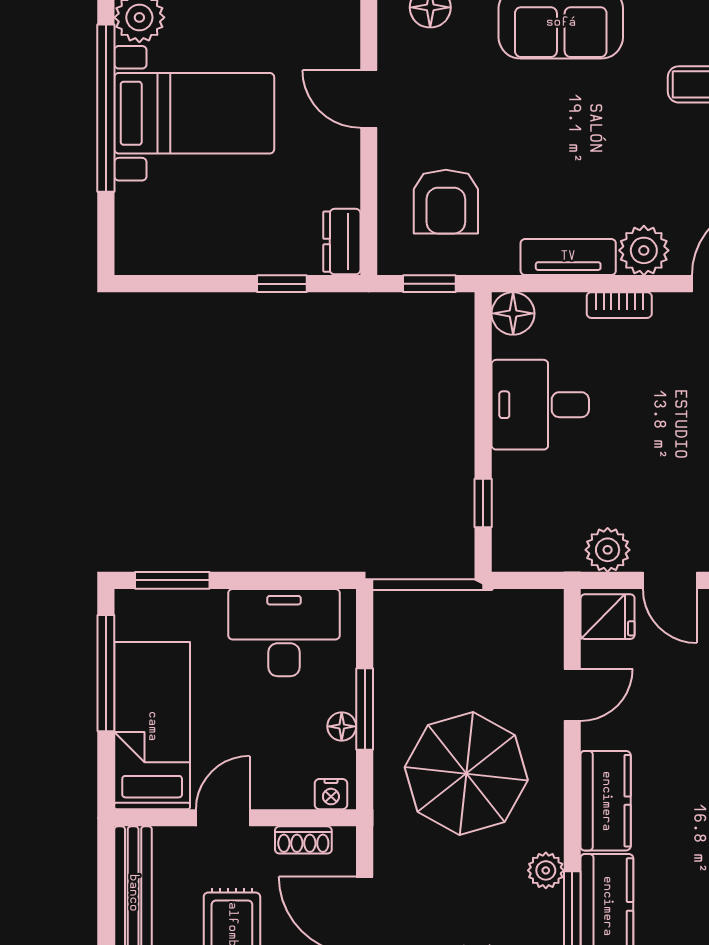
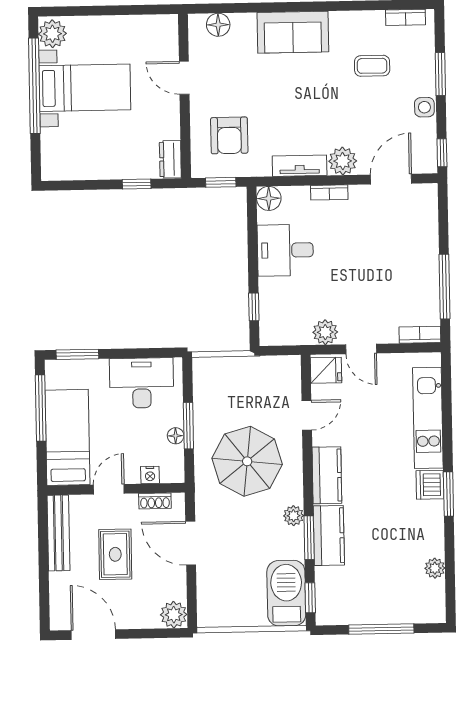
nightstand: (331, 794) -> (150, 475), moved

